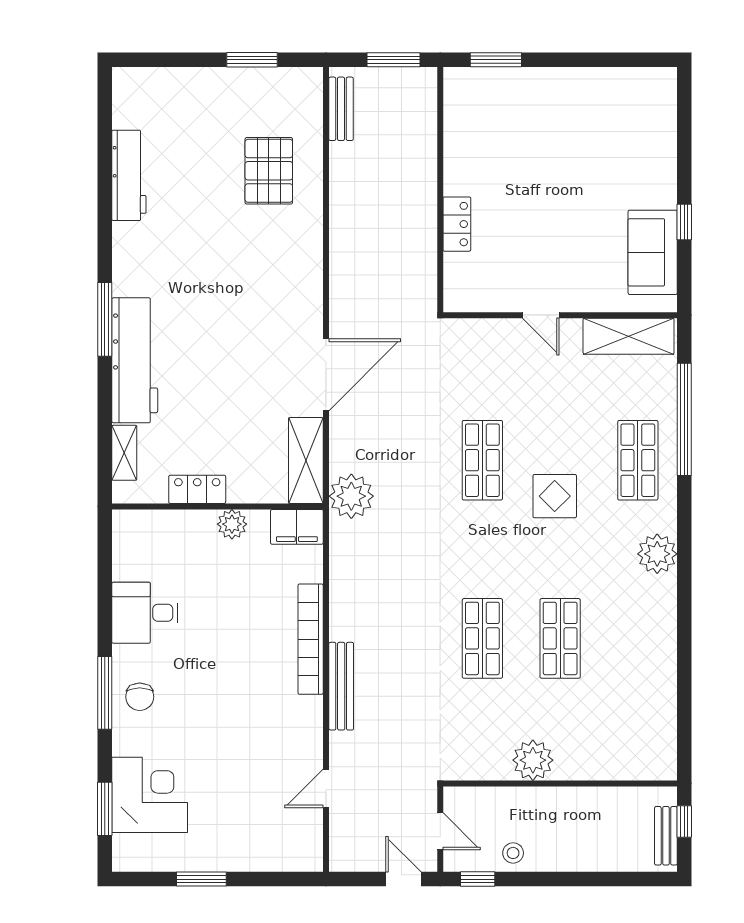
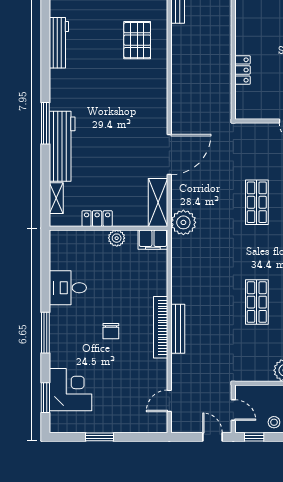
bookcase: (311, 639) -> (161, 327), moved
chair: (140, 697) -> (111, 331), moved
door: (326, 788) -> (169, 401), moved

